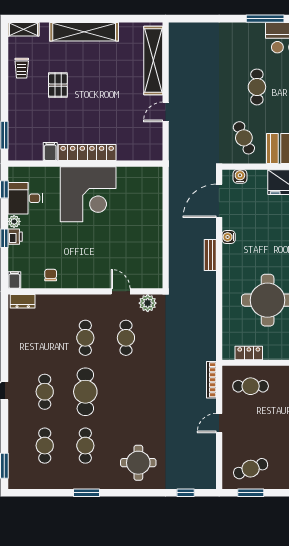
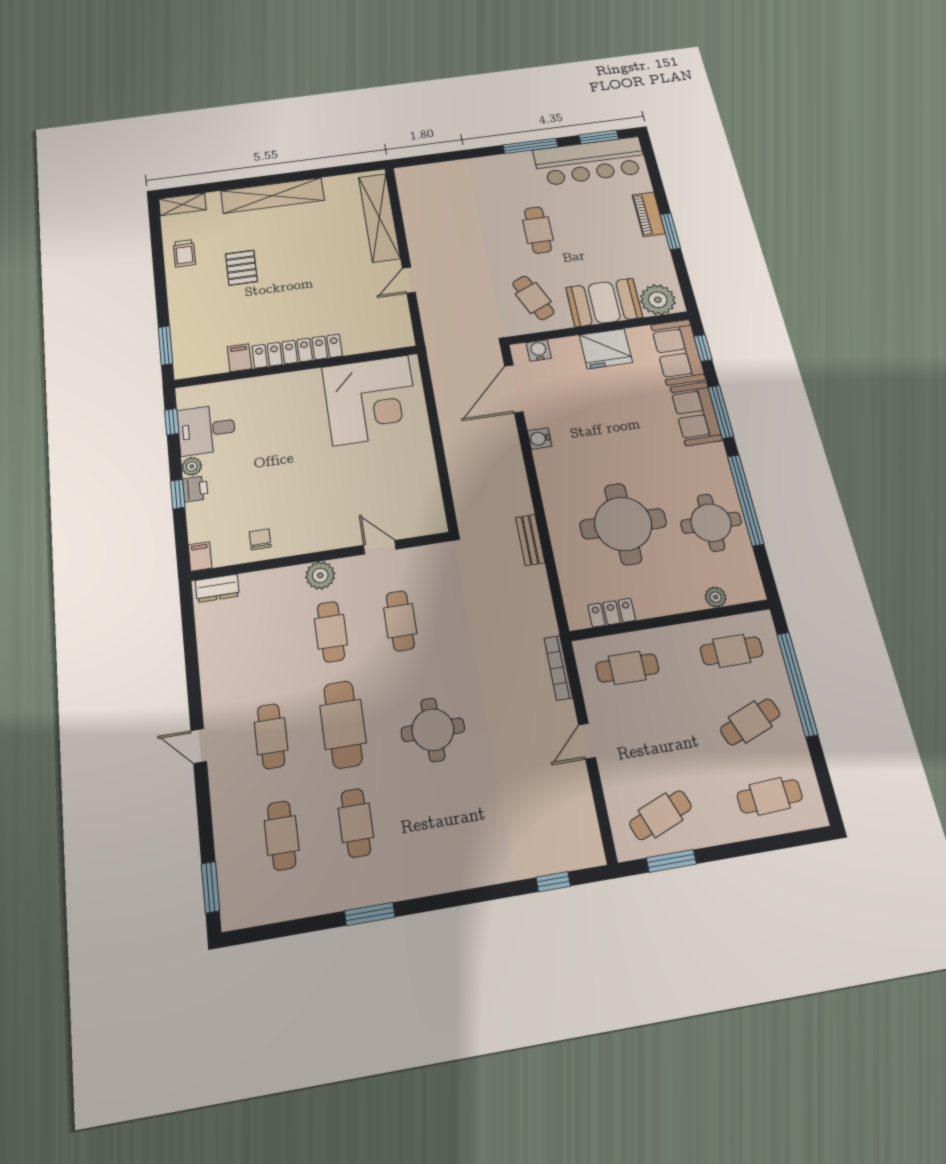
corner desk: (88, 194) -> (371, 400), moved
bench: (210, 255) -> (530, 540), moved
plant: (148, 303) -> (320, 575), moved
round table: (138, 463) -> (433, 730), moved

